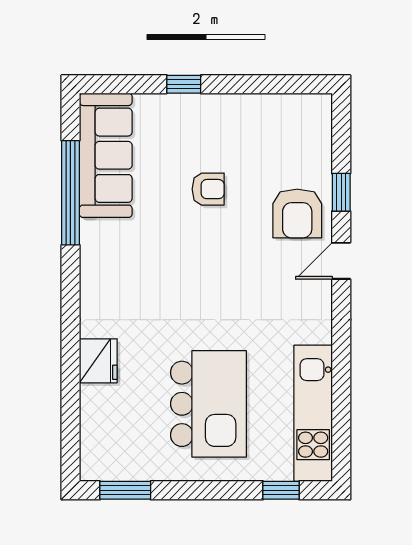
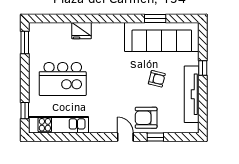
tv unit: (243, 110) -> (192, 94), added
sofa: (106, 155) -> (162, 37), width x1.36, depth x1.27
armchair: (208, 189) -> (157, 79), turned -76
window: (70, 193) -> (155, 18), width x0.47

